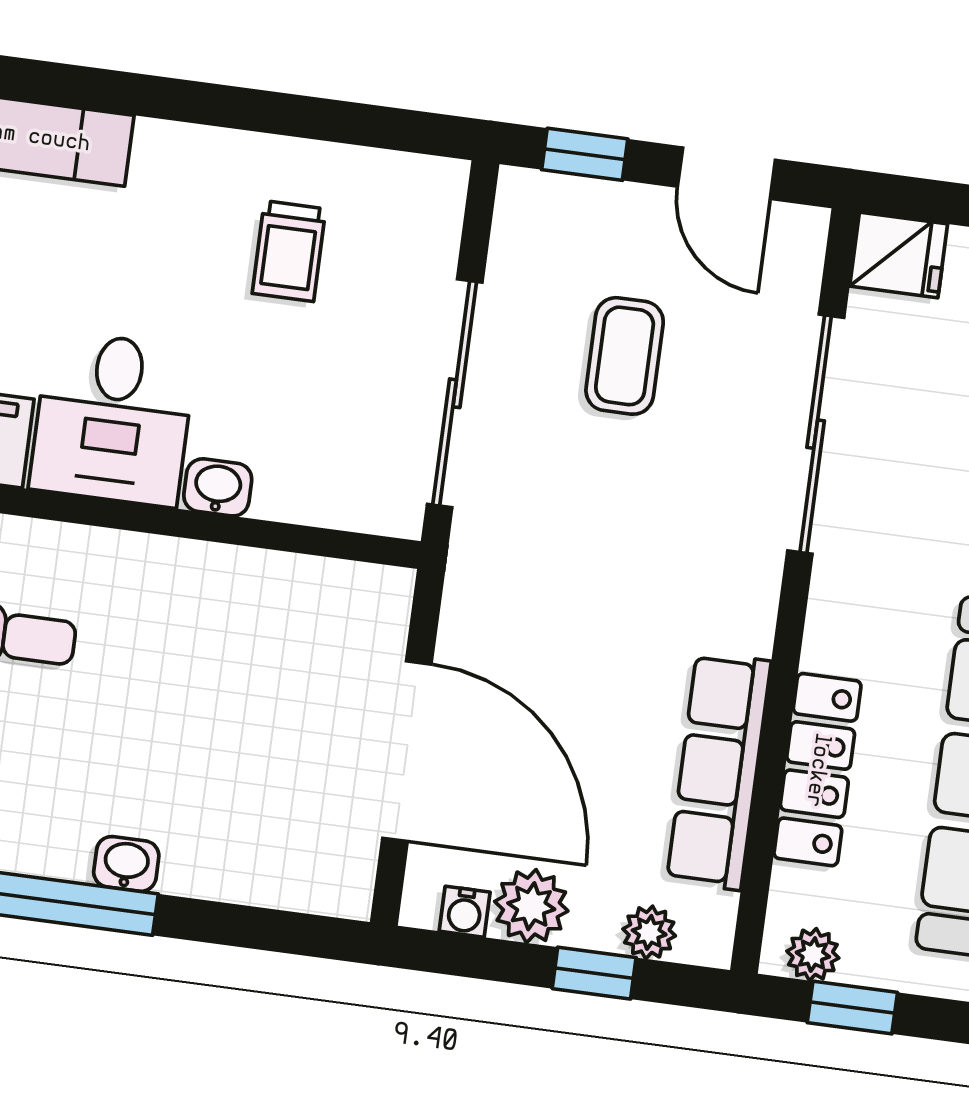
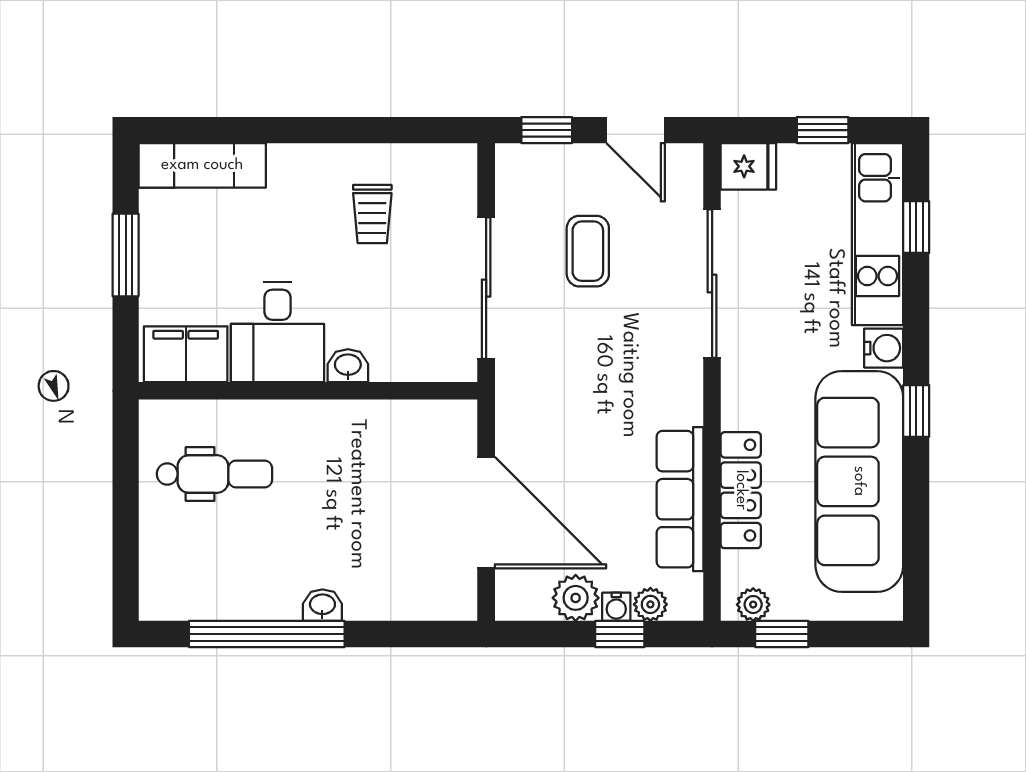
water cooler: (465, 912) -> (616, 607), moved

